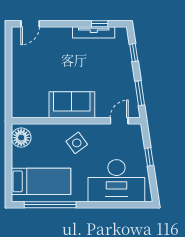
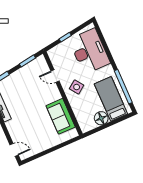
sofa: (72, 105) -> (61, 116), moved
door: (119, 121) -> (55, 76), moved
floor lamp: (21, 138) -> (101, 118), moved

